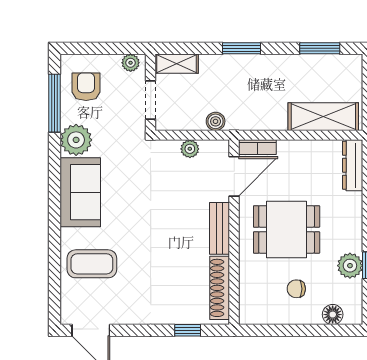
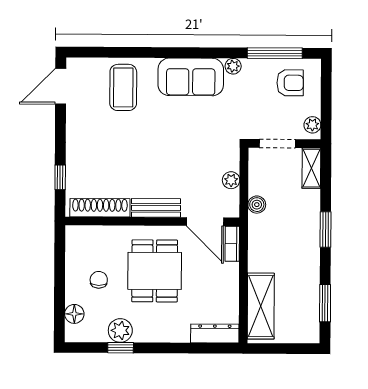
plant: (76, 140) -> (233, 66), width x0.53, depth x0.53

